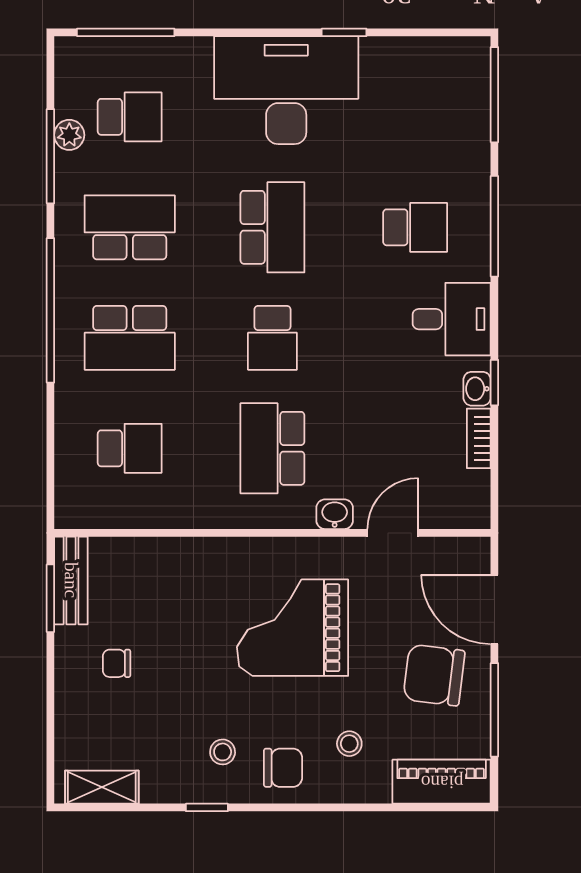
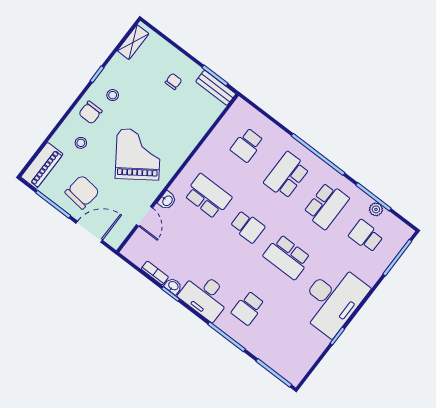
school desk: (130, 117) -> (366, 236), turned 90
desk: (452, 319) -> (205, 296), width x1.37
school desk: (272, 338) -> (247, 227), turned 180
grand piano: (293, 628) -> (138, 154), turned -35

